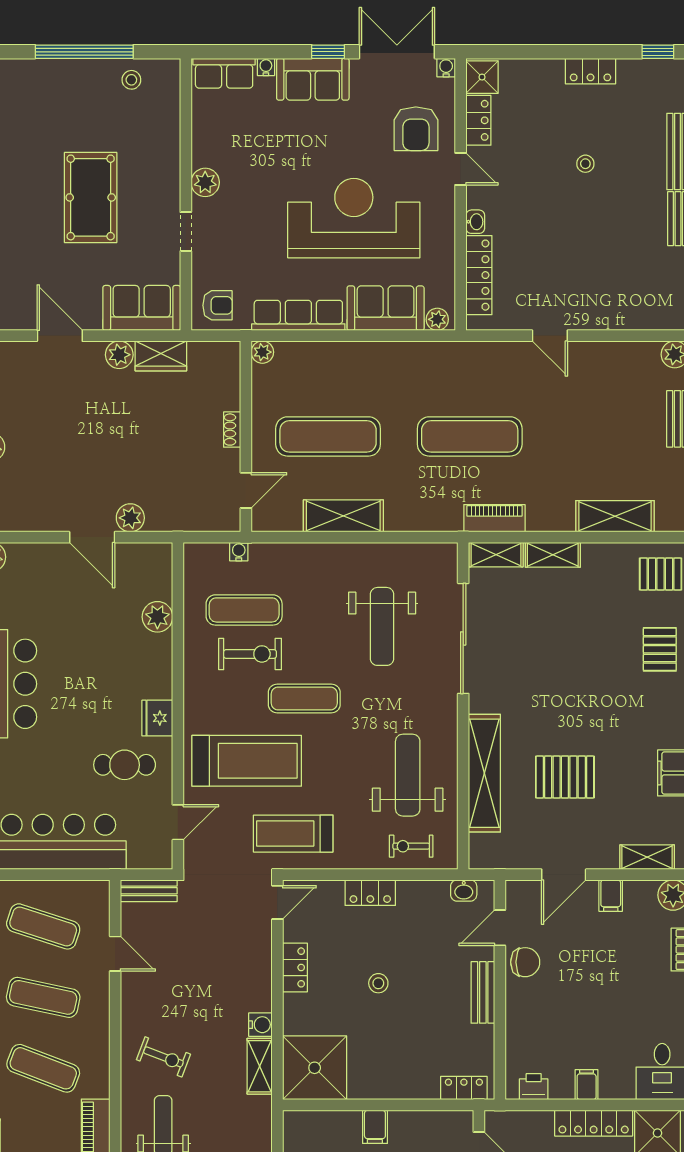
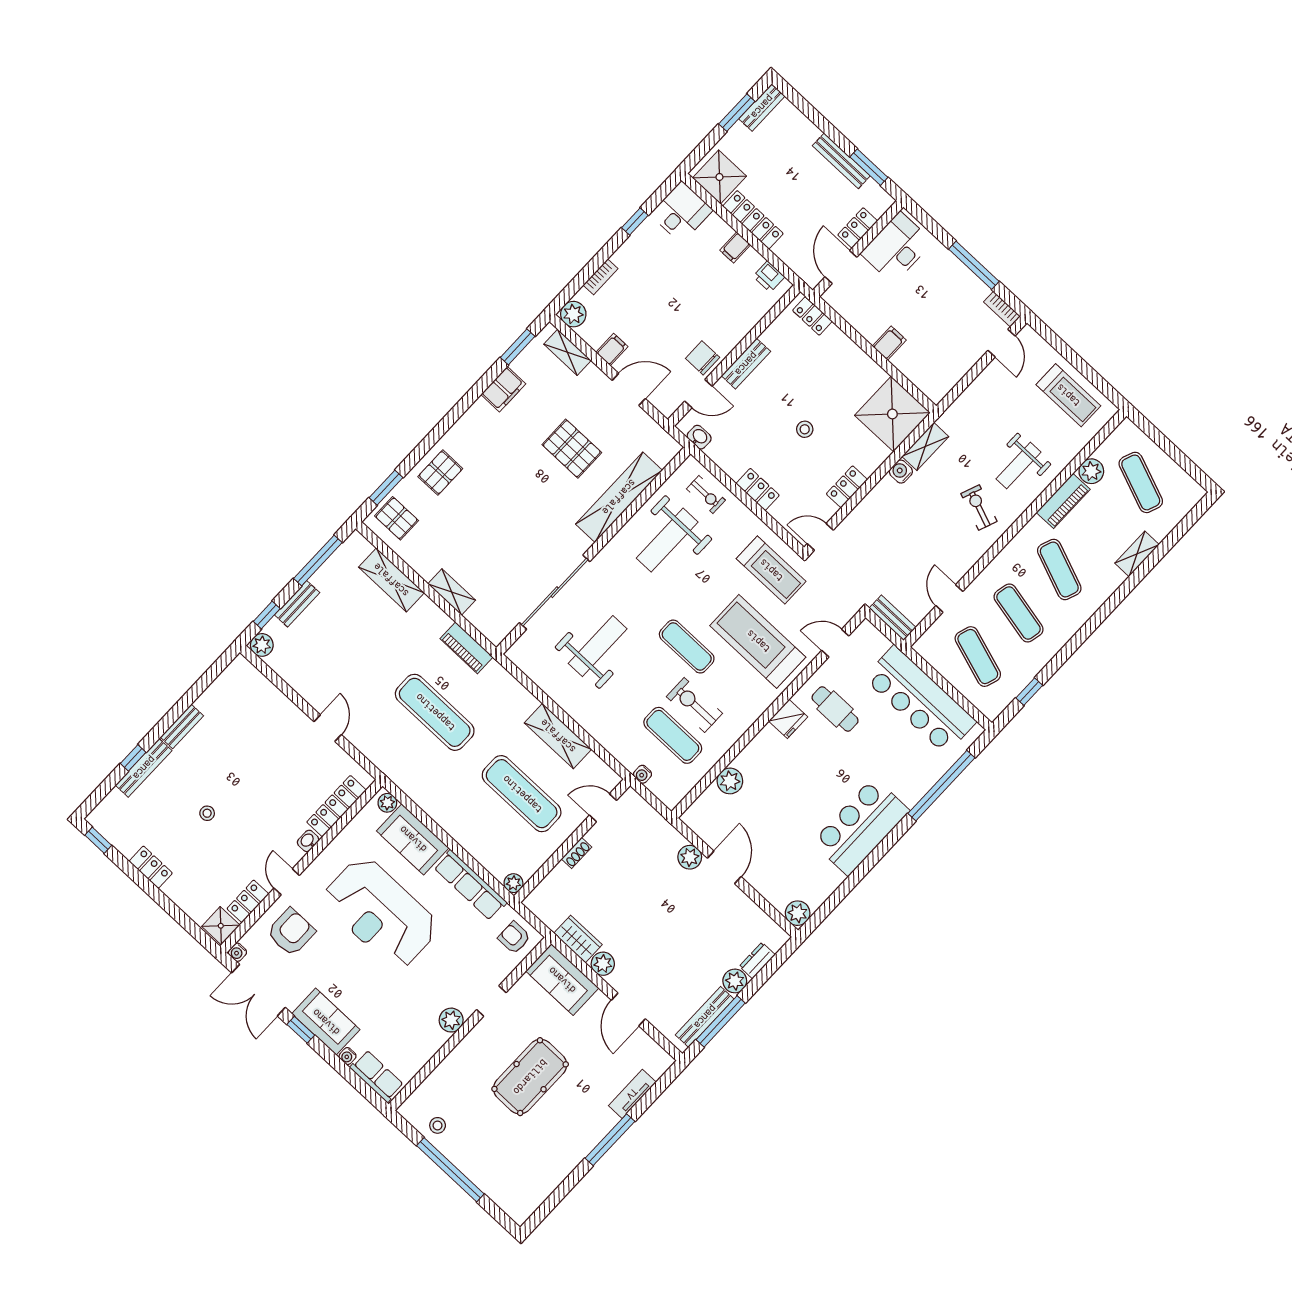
shelving: (496, 555) -> (486, 625), removed

